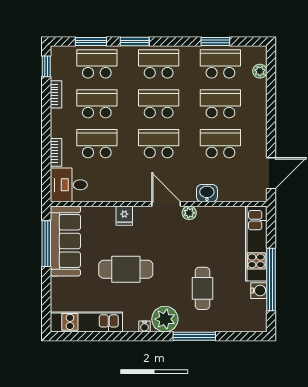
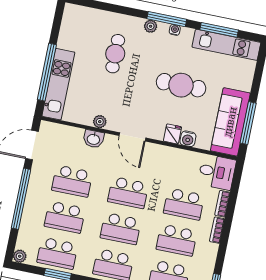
plant: (260, 71) -> (20, 256), moved
bookcase: (56, 94) -> (217, 230), moved
window: (271, 114) -> (21, 199), added
plant: (189, 213) -> (100, 122), moved
window: (271, 280) -> (47, 72), moved
water cooler: (259, 291) -> (188, 139), moved, turned -90
plant: (165, 319) -> (151, 26), width x0.53, depth x0.53
window: (97, 336) -> (219, 30), added
window: (194, 336) -> (167, 19), moved

